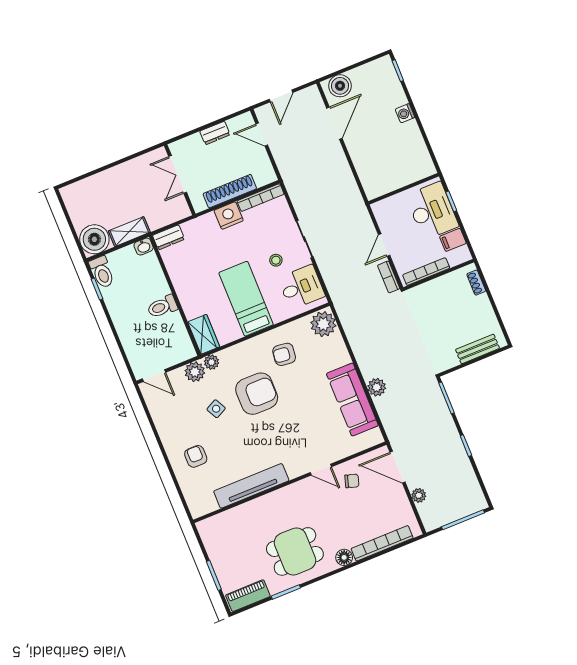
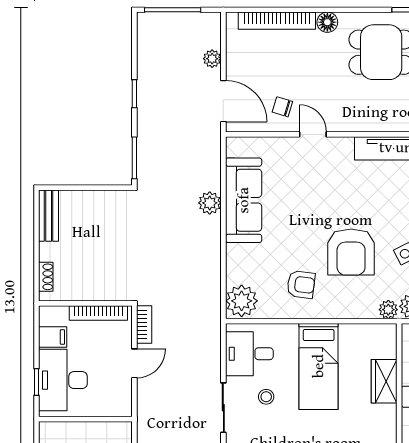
wardrobe: (204, 334) -> (384, 381), moved
bench: (478, 349) -> (49, 216), moved, turned 90
armchair: (257, 394) -> (351, 252), turned -90

